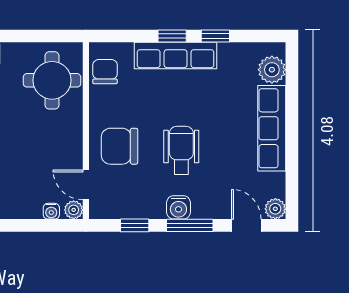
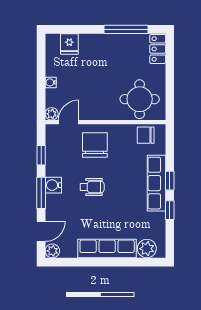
chair: (105, 72) -> (146, 135), turned 180
wheelchair: (181, 150) -> (92, 187), width x0.73, depth x0.73
water cooler: (51, 211) -> (51, 82), moved

